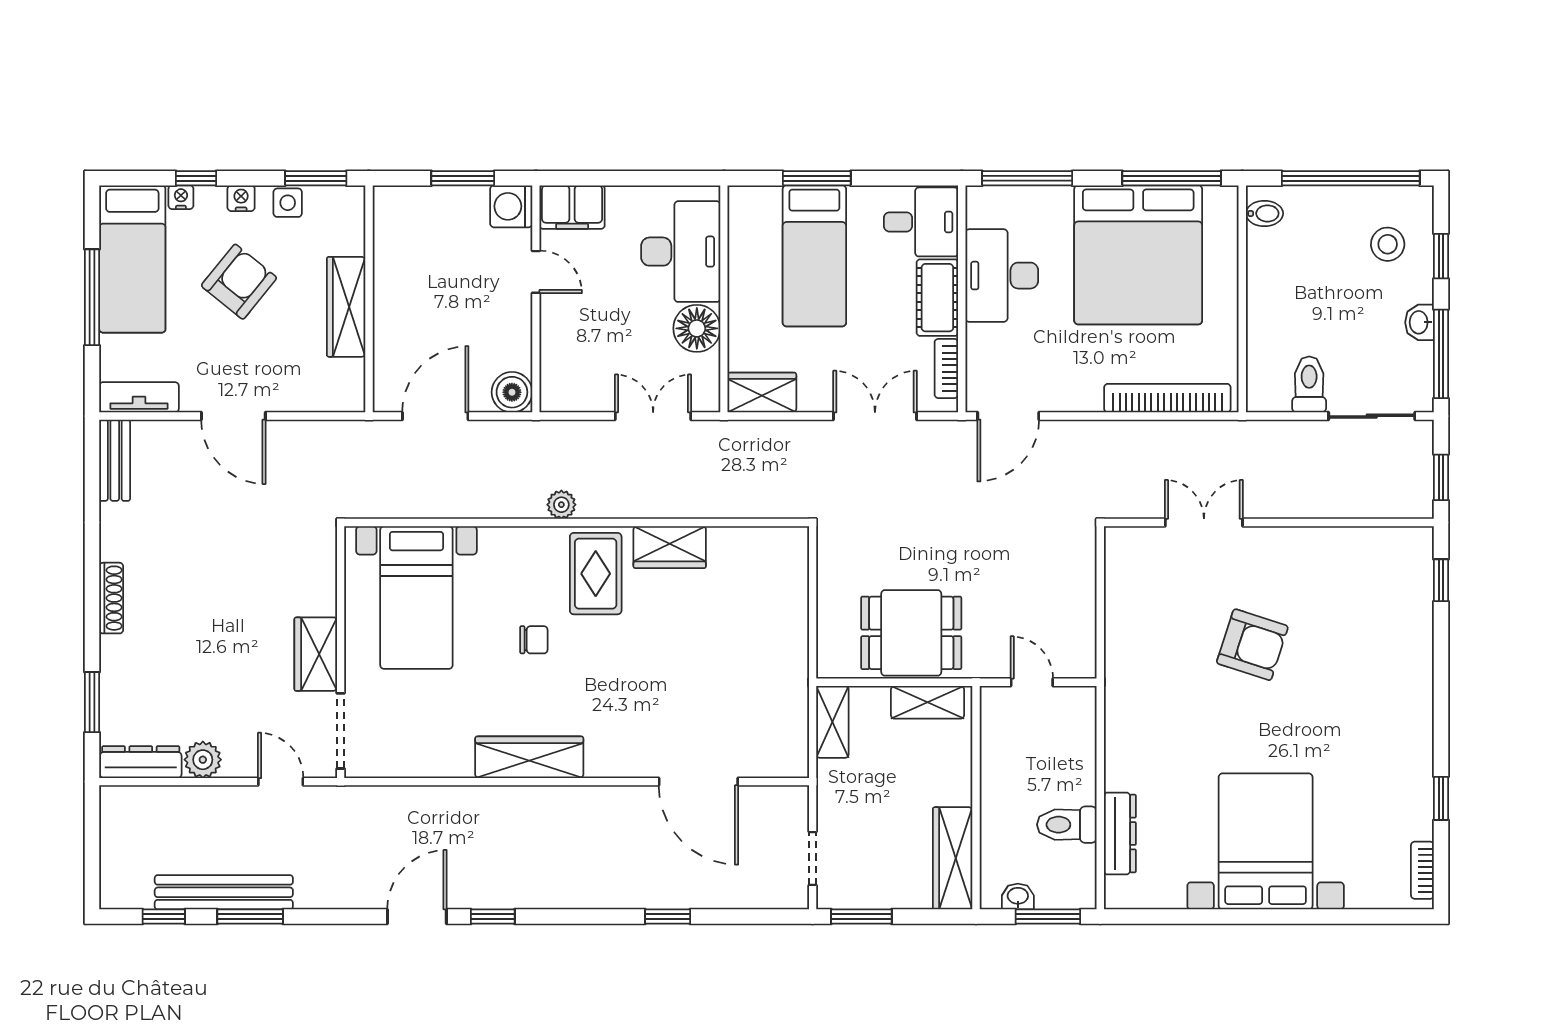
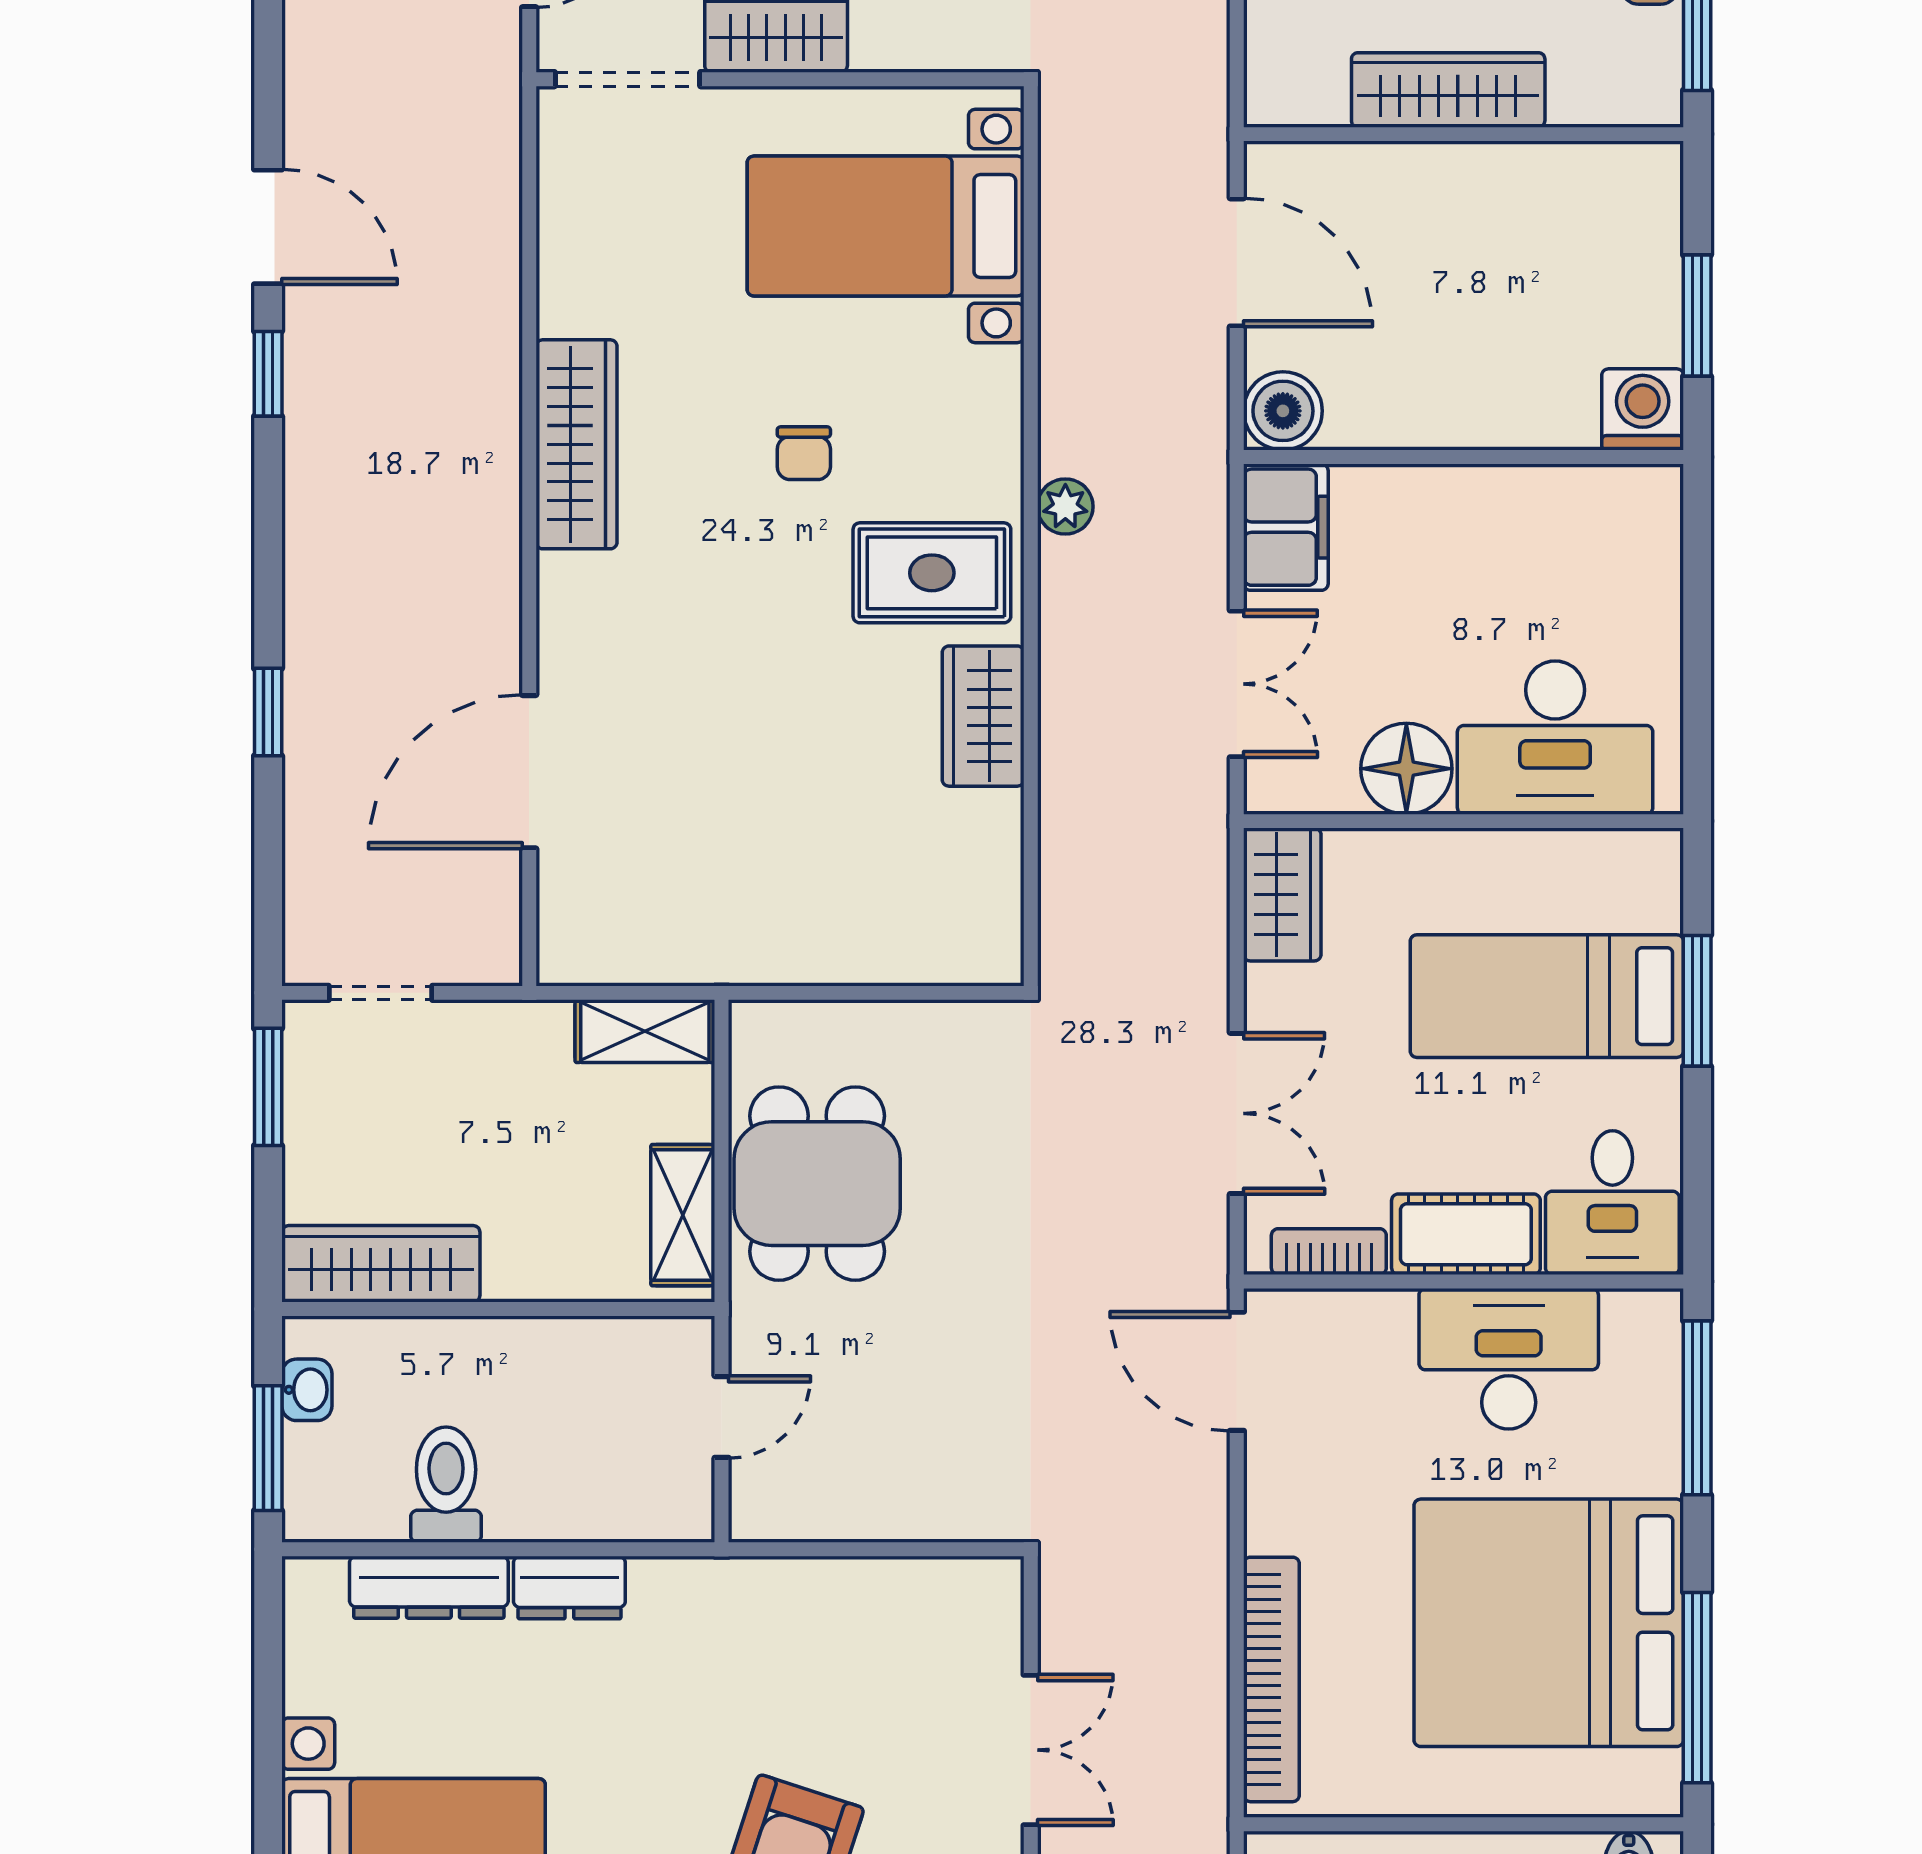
filing cabinet: (572, 207) -> (1286, 527), moved, turned 180
door: (536, 272) -> (1516, 457), removed
dresser: (1120, 761) -> (569, 1588), added

